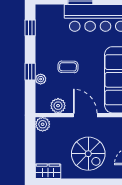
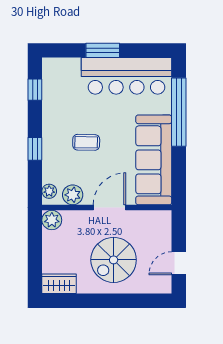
plant: (41, 79) -> (49, 191), moved
door: (85, 115) -> (109, 208), hinge flipped
spiral stairs: (88, 154) -> (114, 260), turned 90

